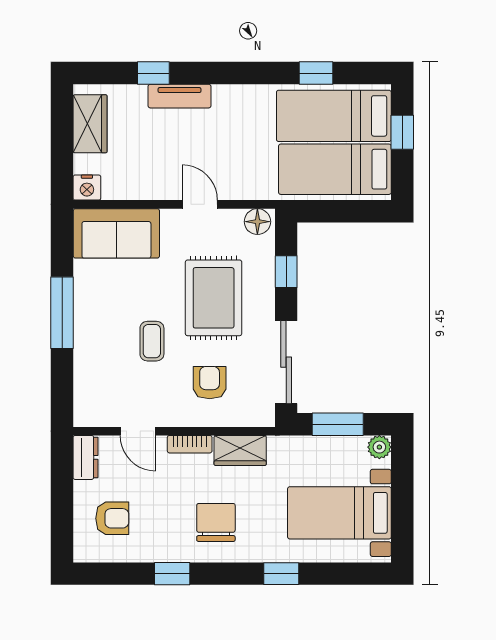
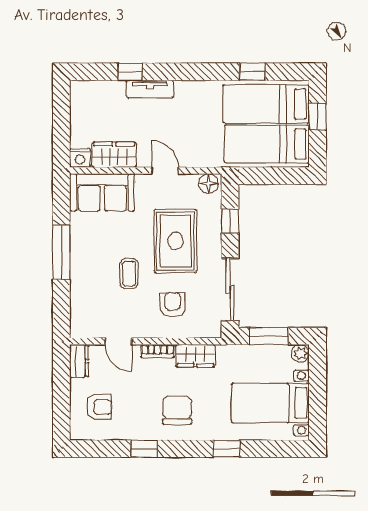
wardrobe: (90, 124) -> (114, 155), moved, turned -90

